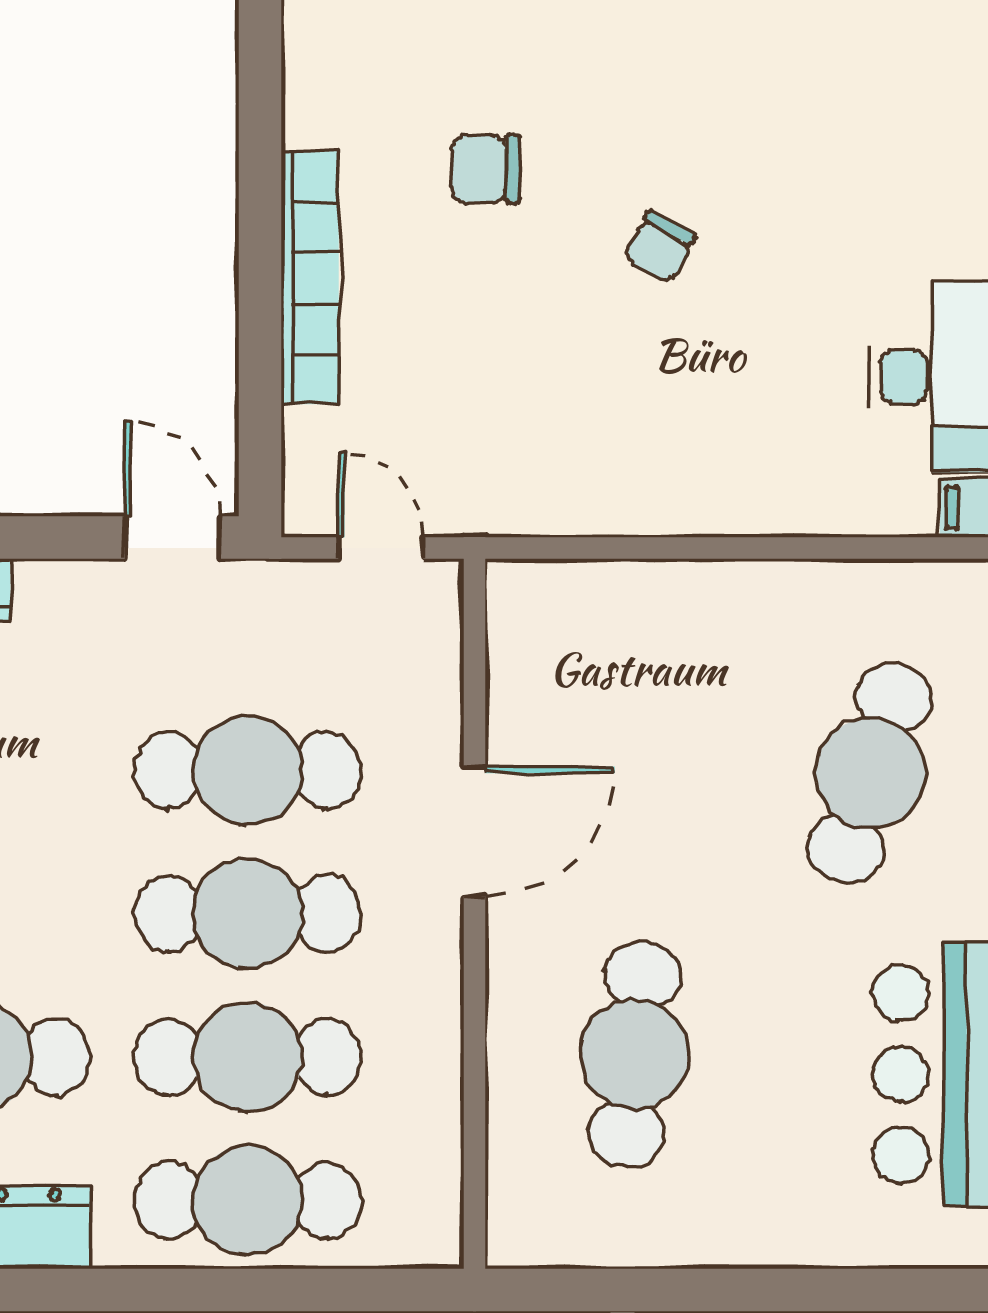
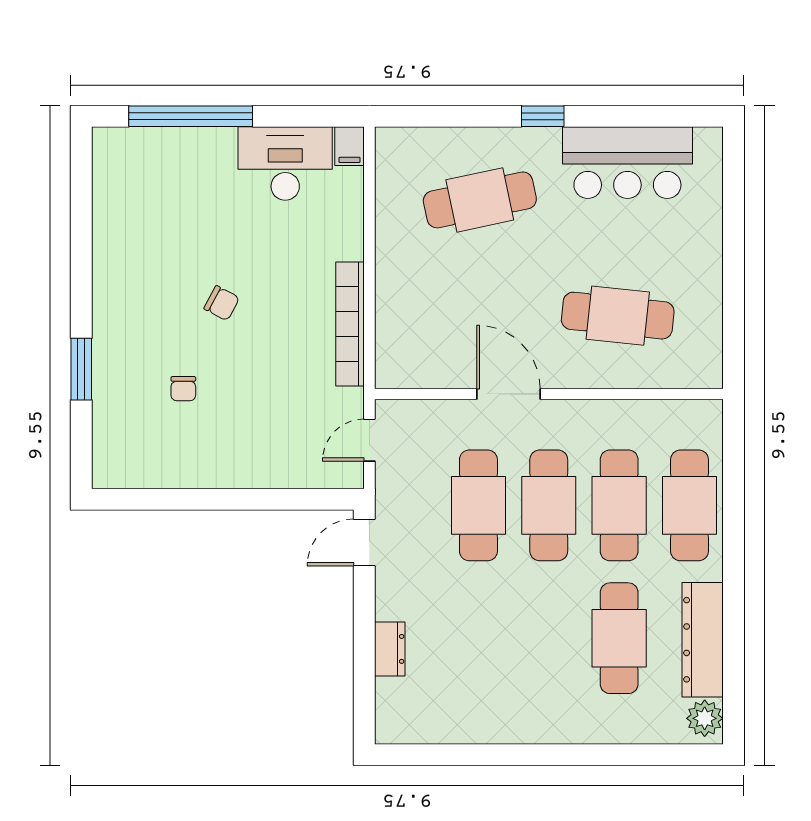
chair: (485, 169) -> (183, 389), width x0.73, depth x0.73
bookcase: (310, 277) -> (350, 324), moved, turned -90
cafe table: (870, 773) -> (480, 200), turned -30

